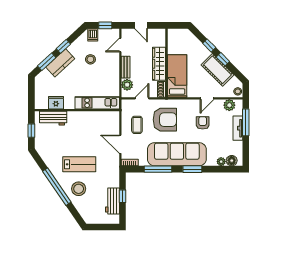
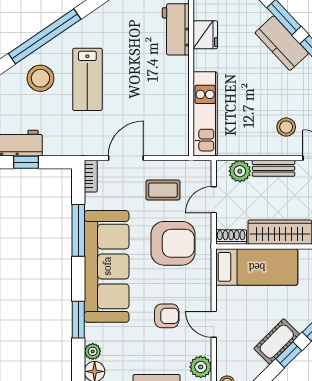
stool: (90, 59) -> (286, 127), moved
cot: (218, 70) -> (277, 342), width x0.73, depth x0.75
door: (142, 98) -> (214, 200), swing flipped
armchair: (165, 120) -> (173, 243), turned -90
window: (192, 169) -> (78, 320), moved

